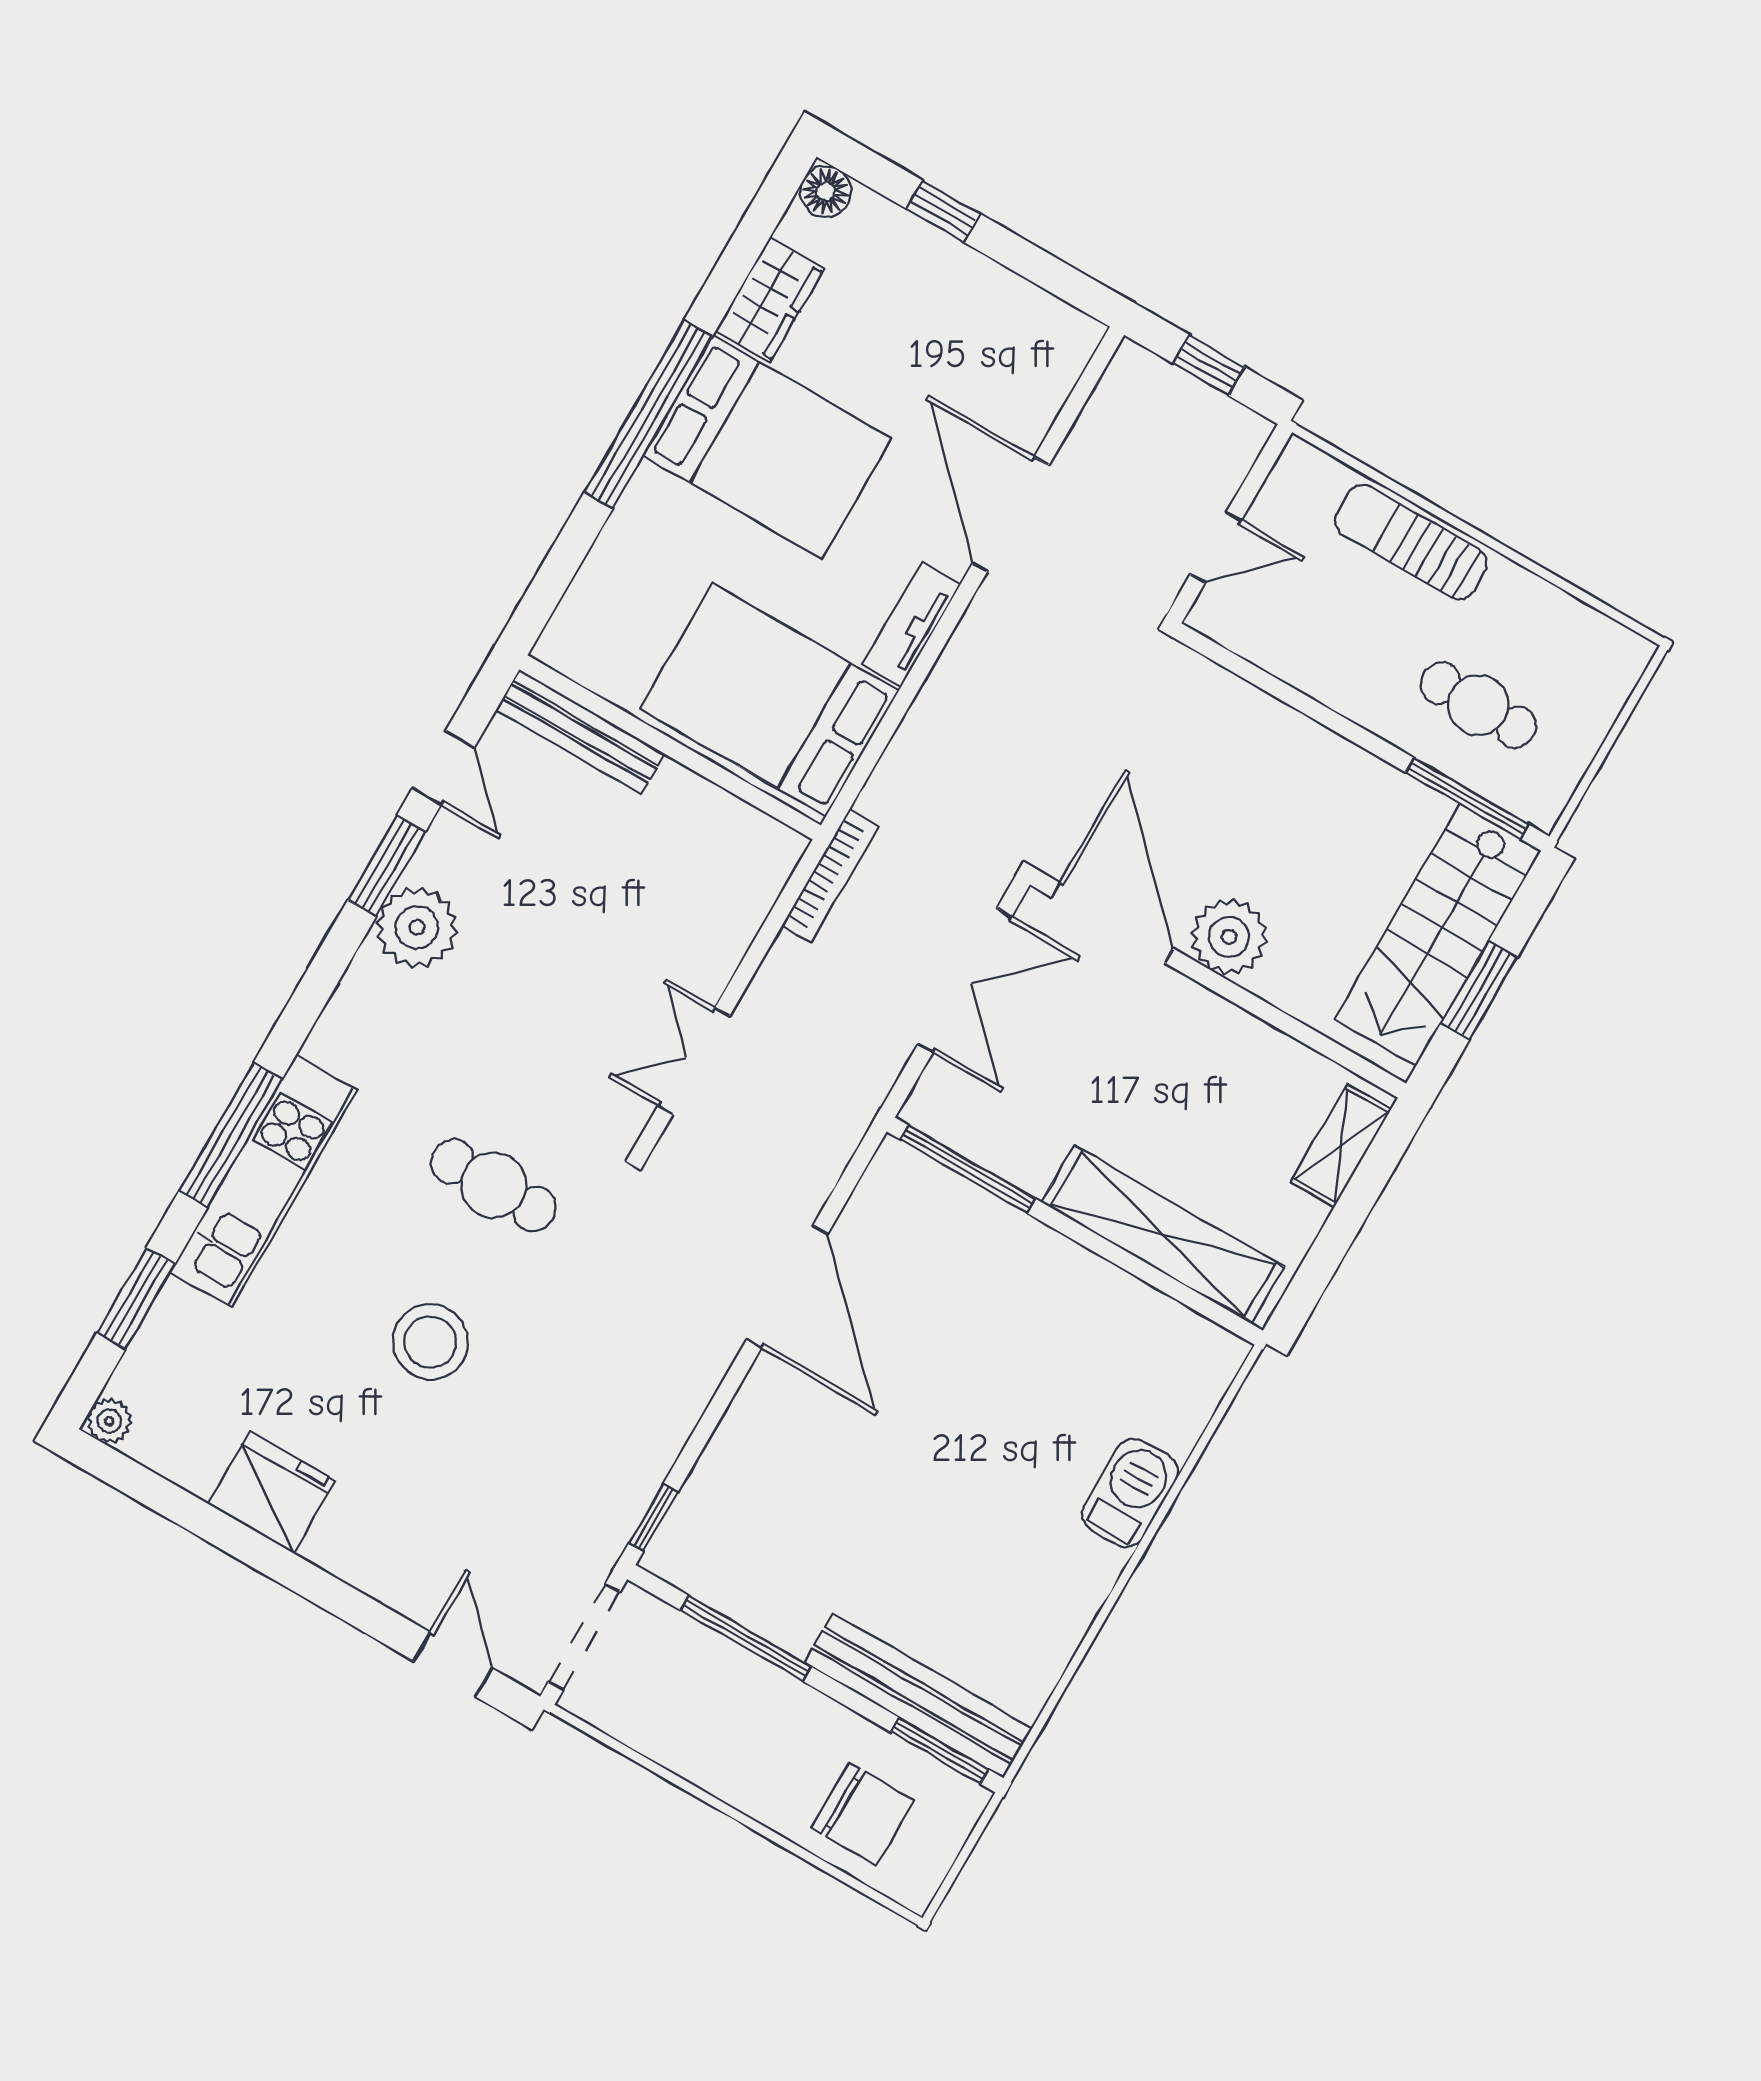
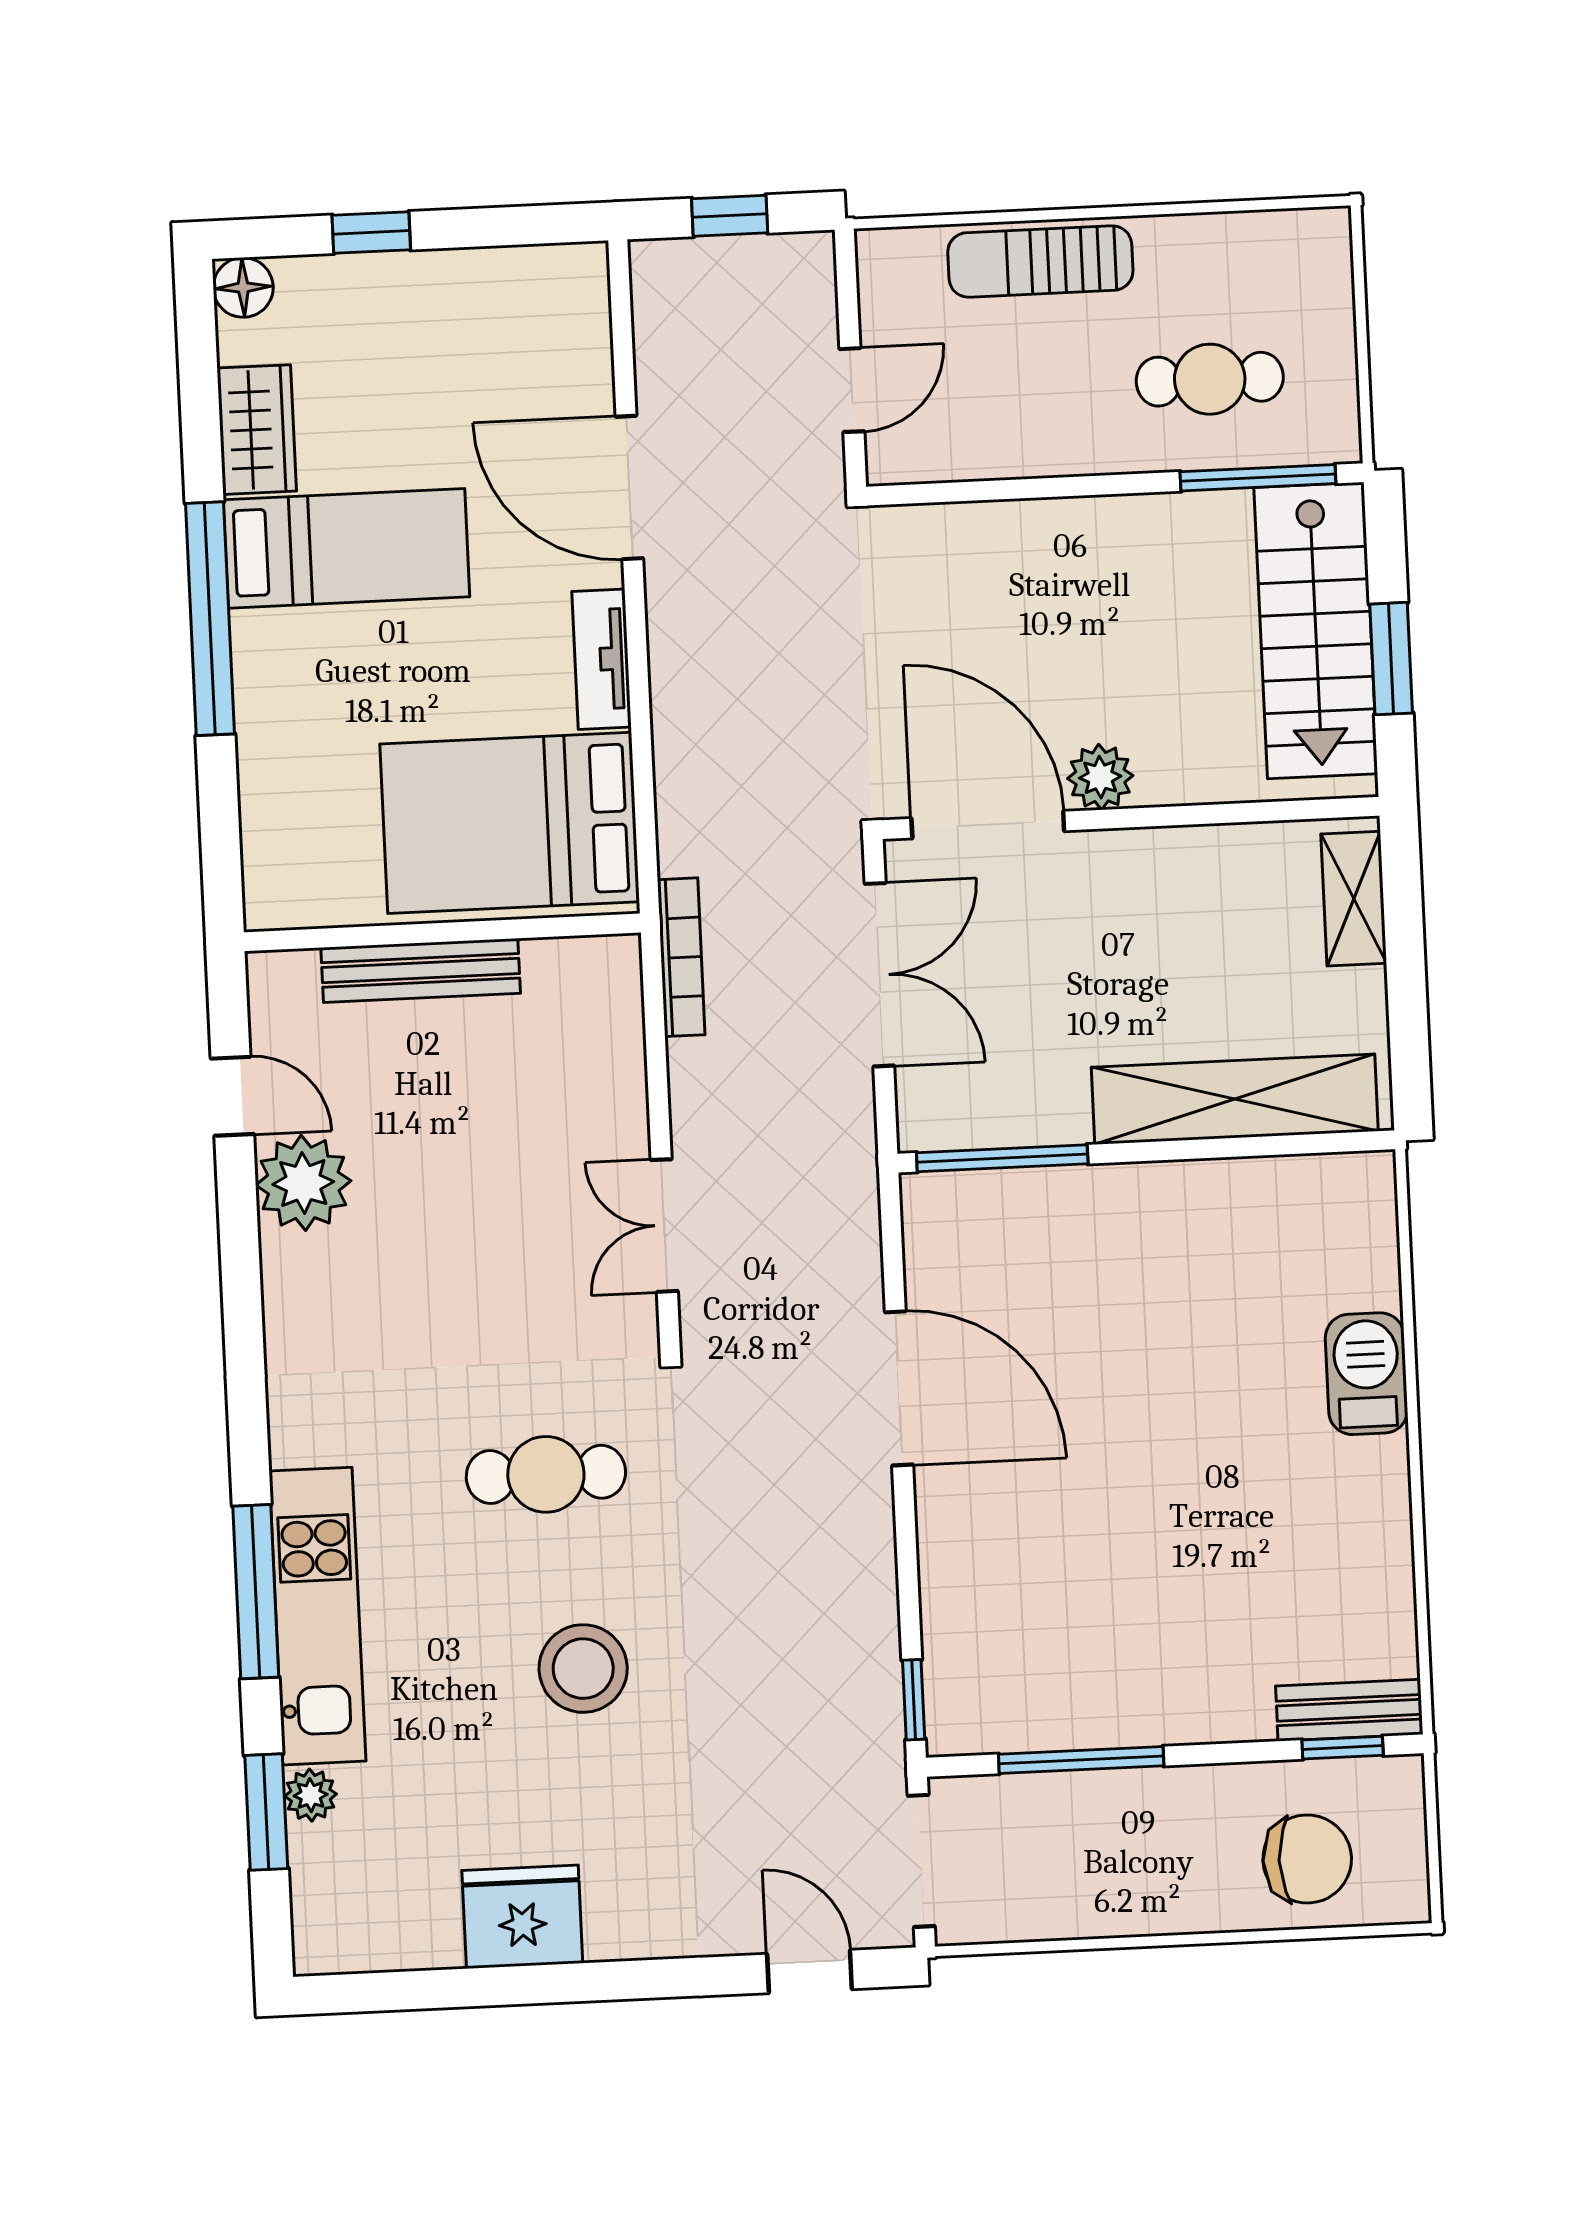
bed: (767, 447) -> (346, 548), width x0.67
bench: (580, 732) -> (421, 970), moved
window: (387, 866) -> (239, 1228), removed
plant: (417, 927) -> (303, 1183), moved
plant: (1229, 937) -> (1100, 777), width x0.73, depth x0.73
plant: (109, 1421) -> (311, 1795), moved
bench: (918, 1696) -> (1349, 1710), width x0.54, depth x0.82
window: (940, 1751) -> (1343, 1748), width x0.67

